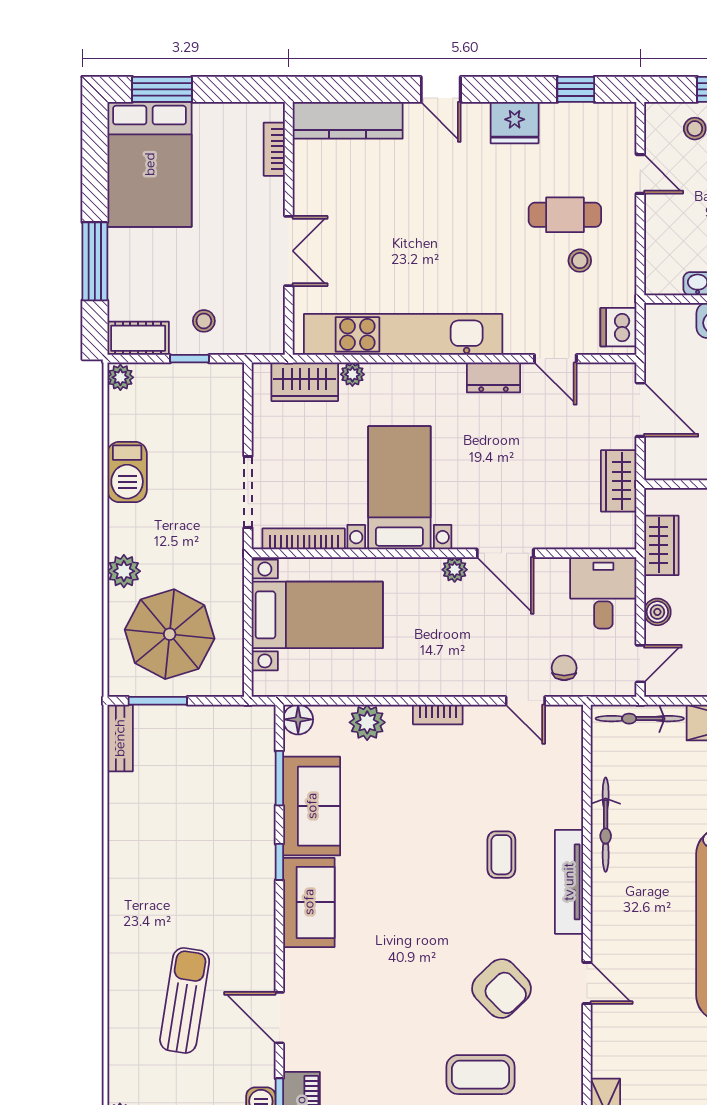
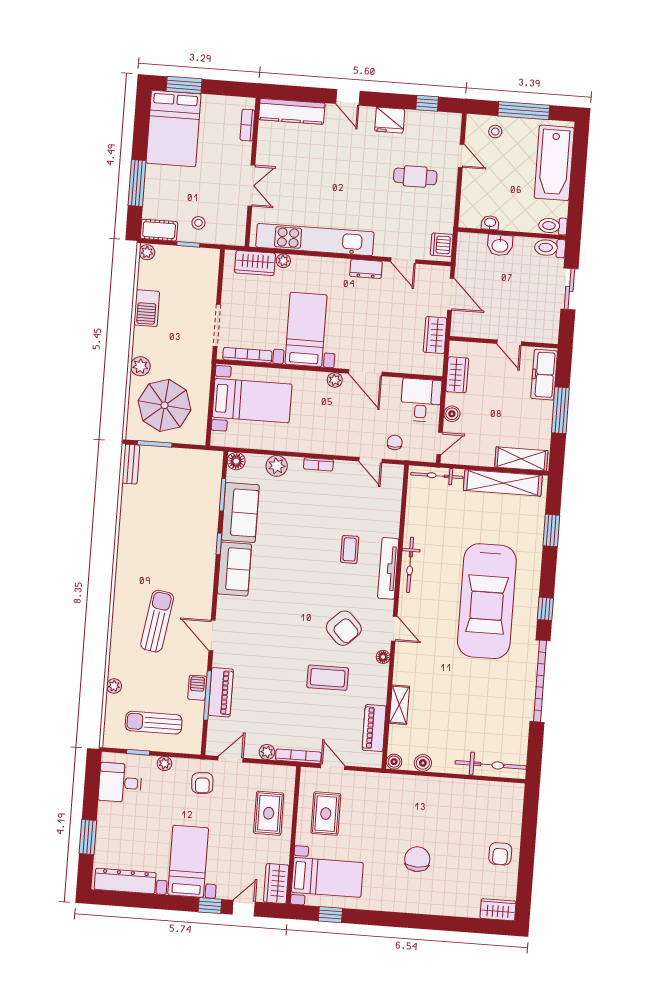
stool: (580, 261) -> (422, 204), removed
bicycle: (606, 825) -> (410, 565), moved
floor lamp: (572, 1032) -> (383, 657), added

